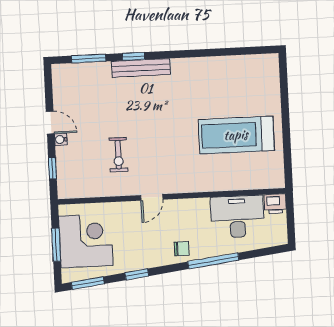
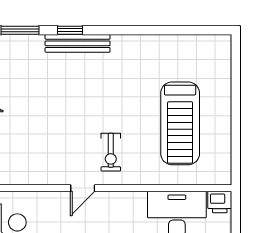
treadmill: (236, 135) -> (180, 123), turned -90
exercise bike: (118, 155) -> (111, 152), moved

